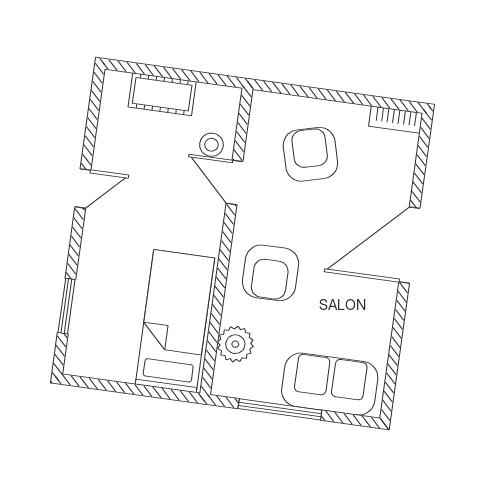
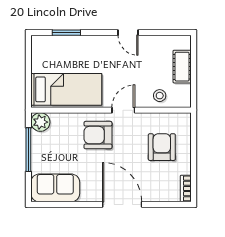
armchair: (310, 154) -> (162, 147), turned -75
door: (234, 183) -> (123, 110), moved
plant: (235, 344) -> (40, 122), moved
sofa: (330, 384) -> (55, 188), moved, turned -90

